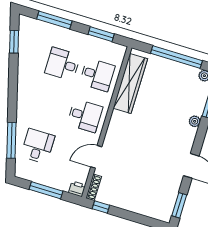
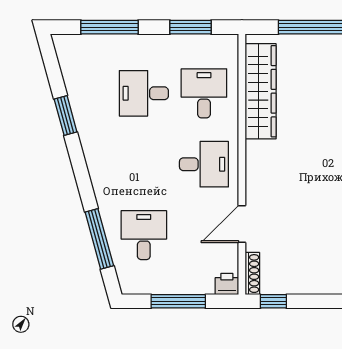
window: (14, 42) -> (66, 116), moved
desk: (97, 75) -> (204, 93), turned -90

